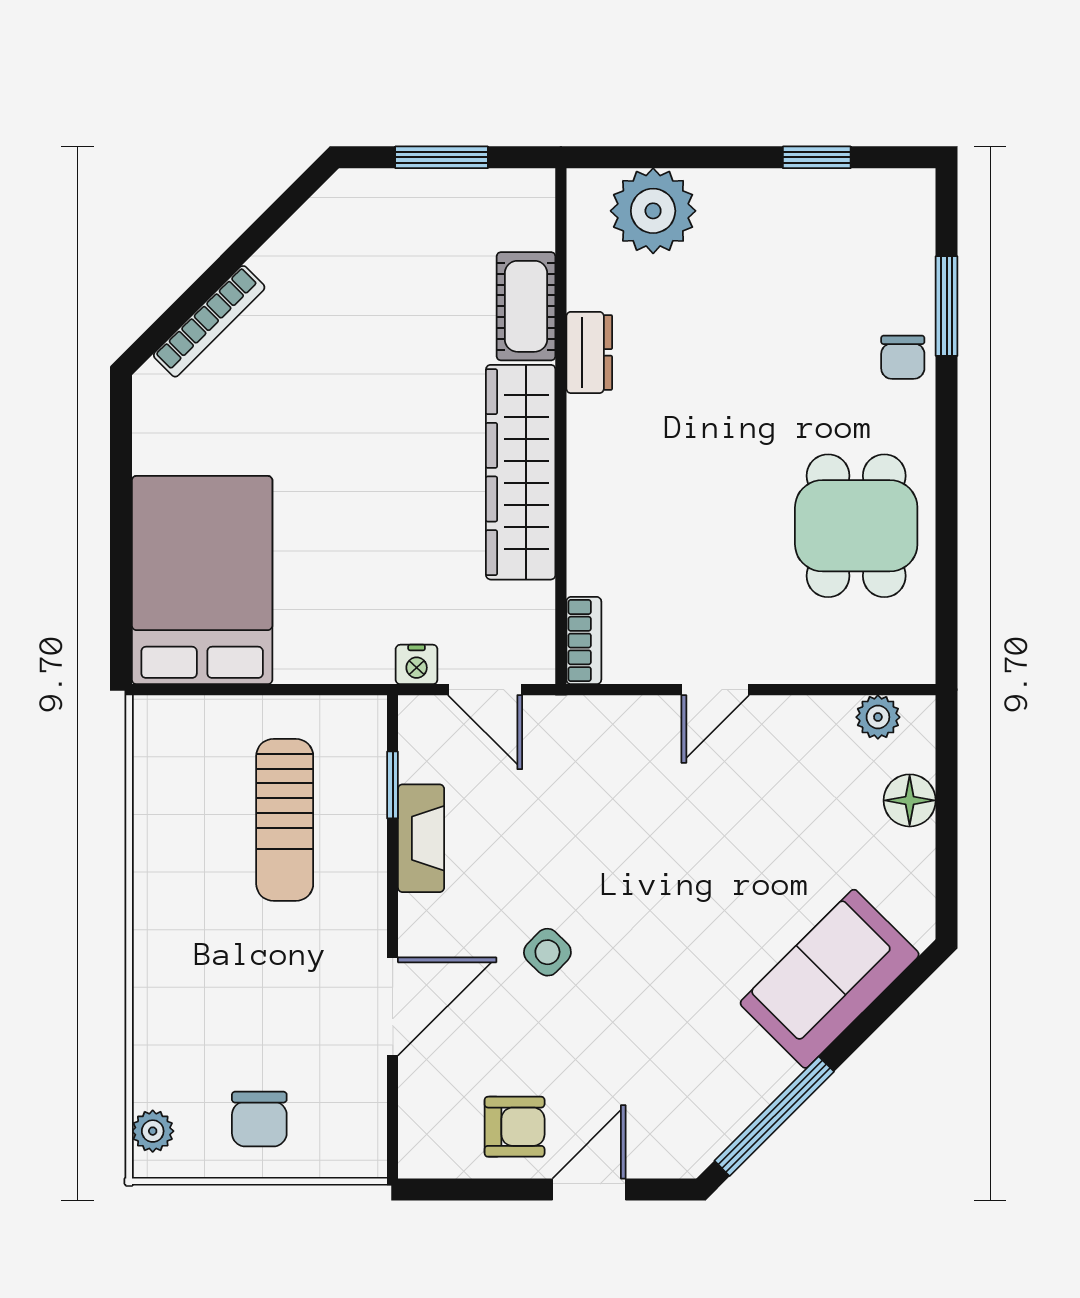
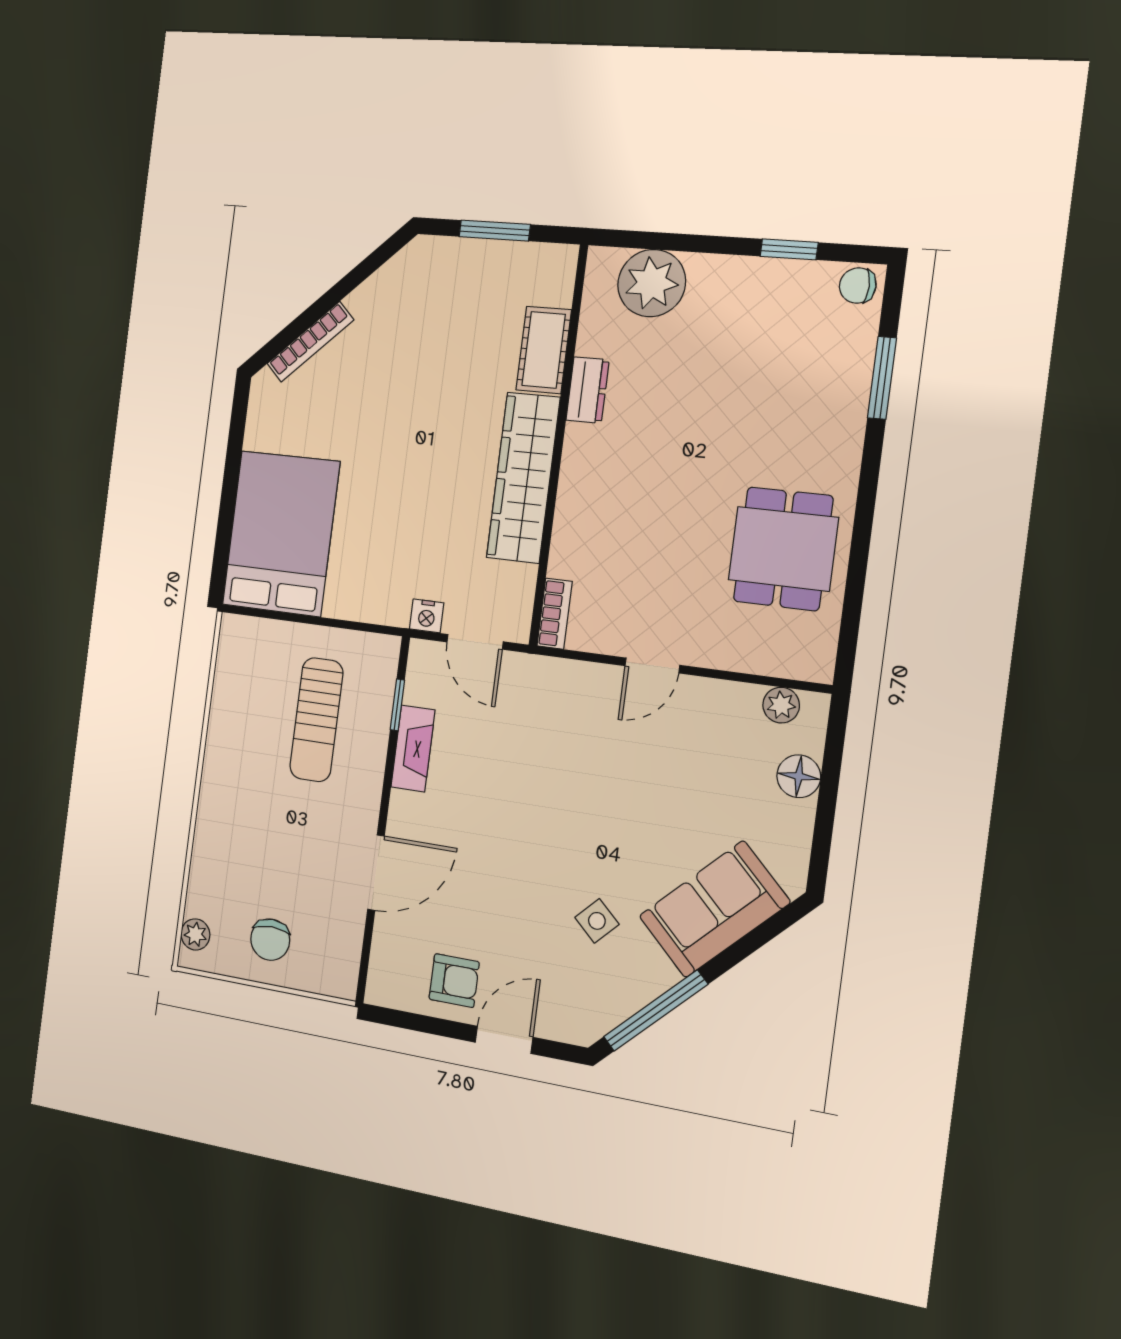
chair: (903, 357) -> (858, 286), moved, turned 90
side table: (547, 952) -> (597, 921), moved

